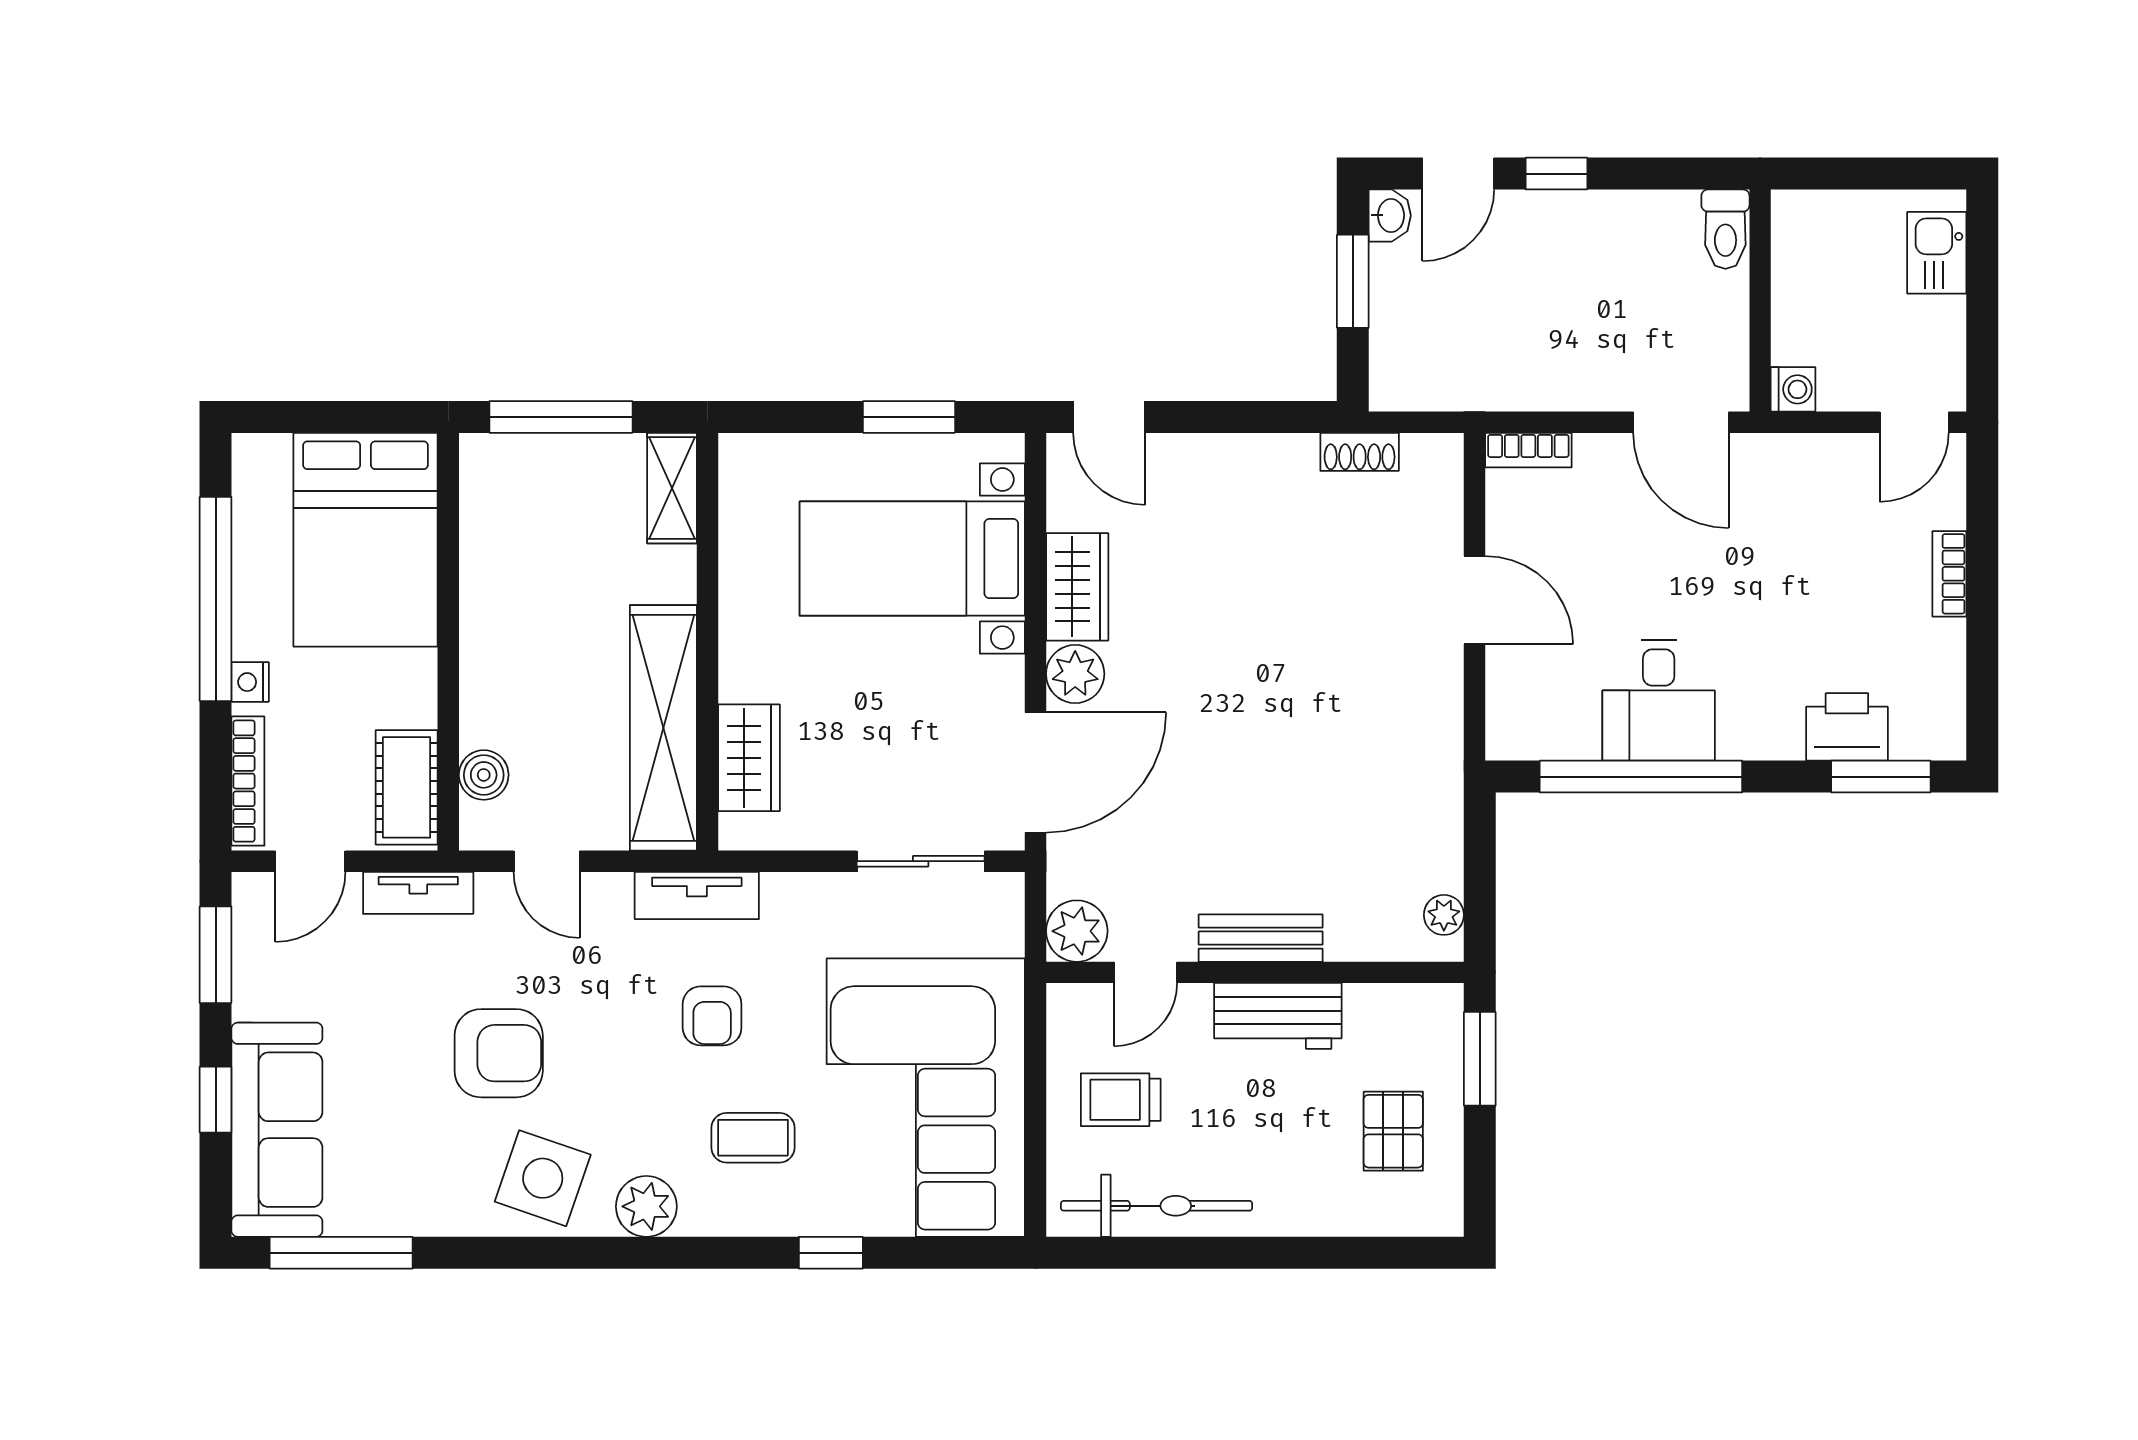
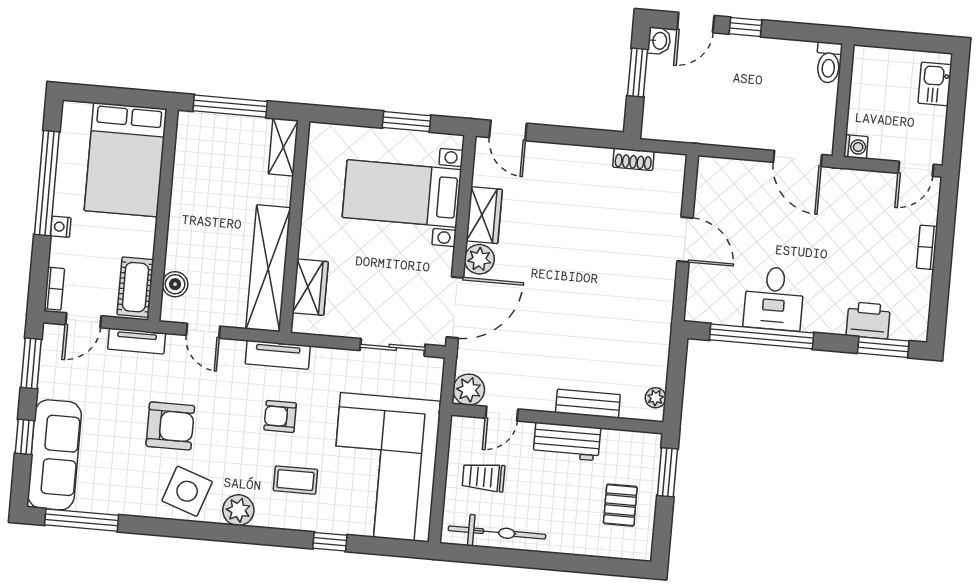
bookcase: (1528, 450) -> (719, 166), removed
bookcase: (248, 781) -> (54, 289), width x0.64
bench: (1261, 938) -> (588, 404), moved
armchair: (712, 1016) -> (280, 416), turned 90

